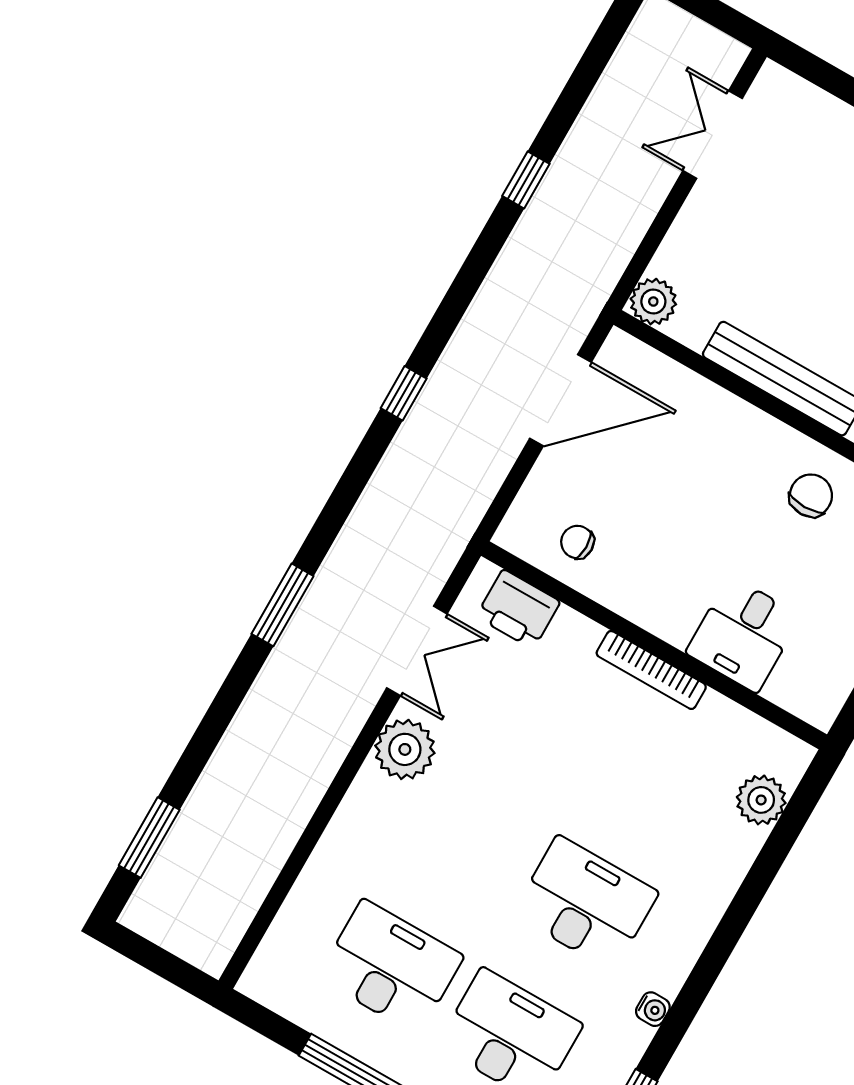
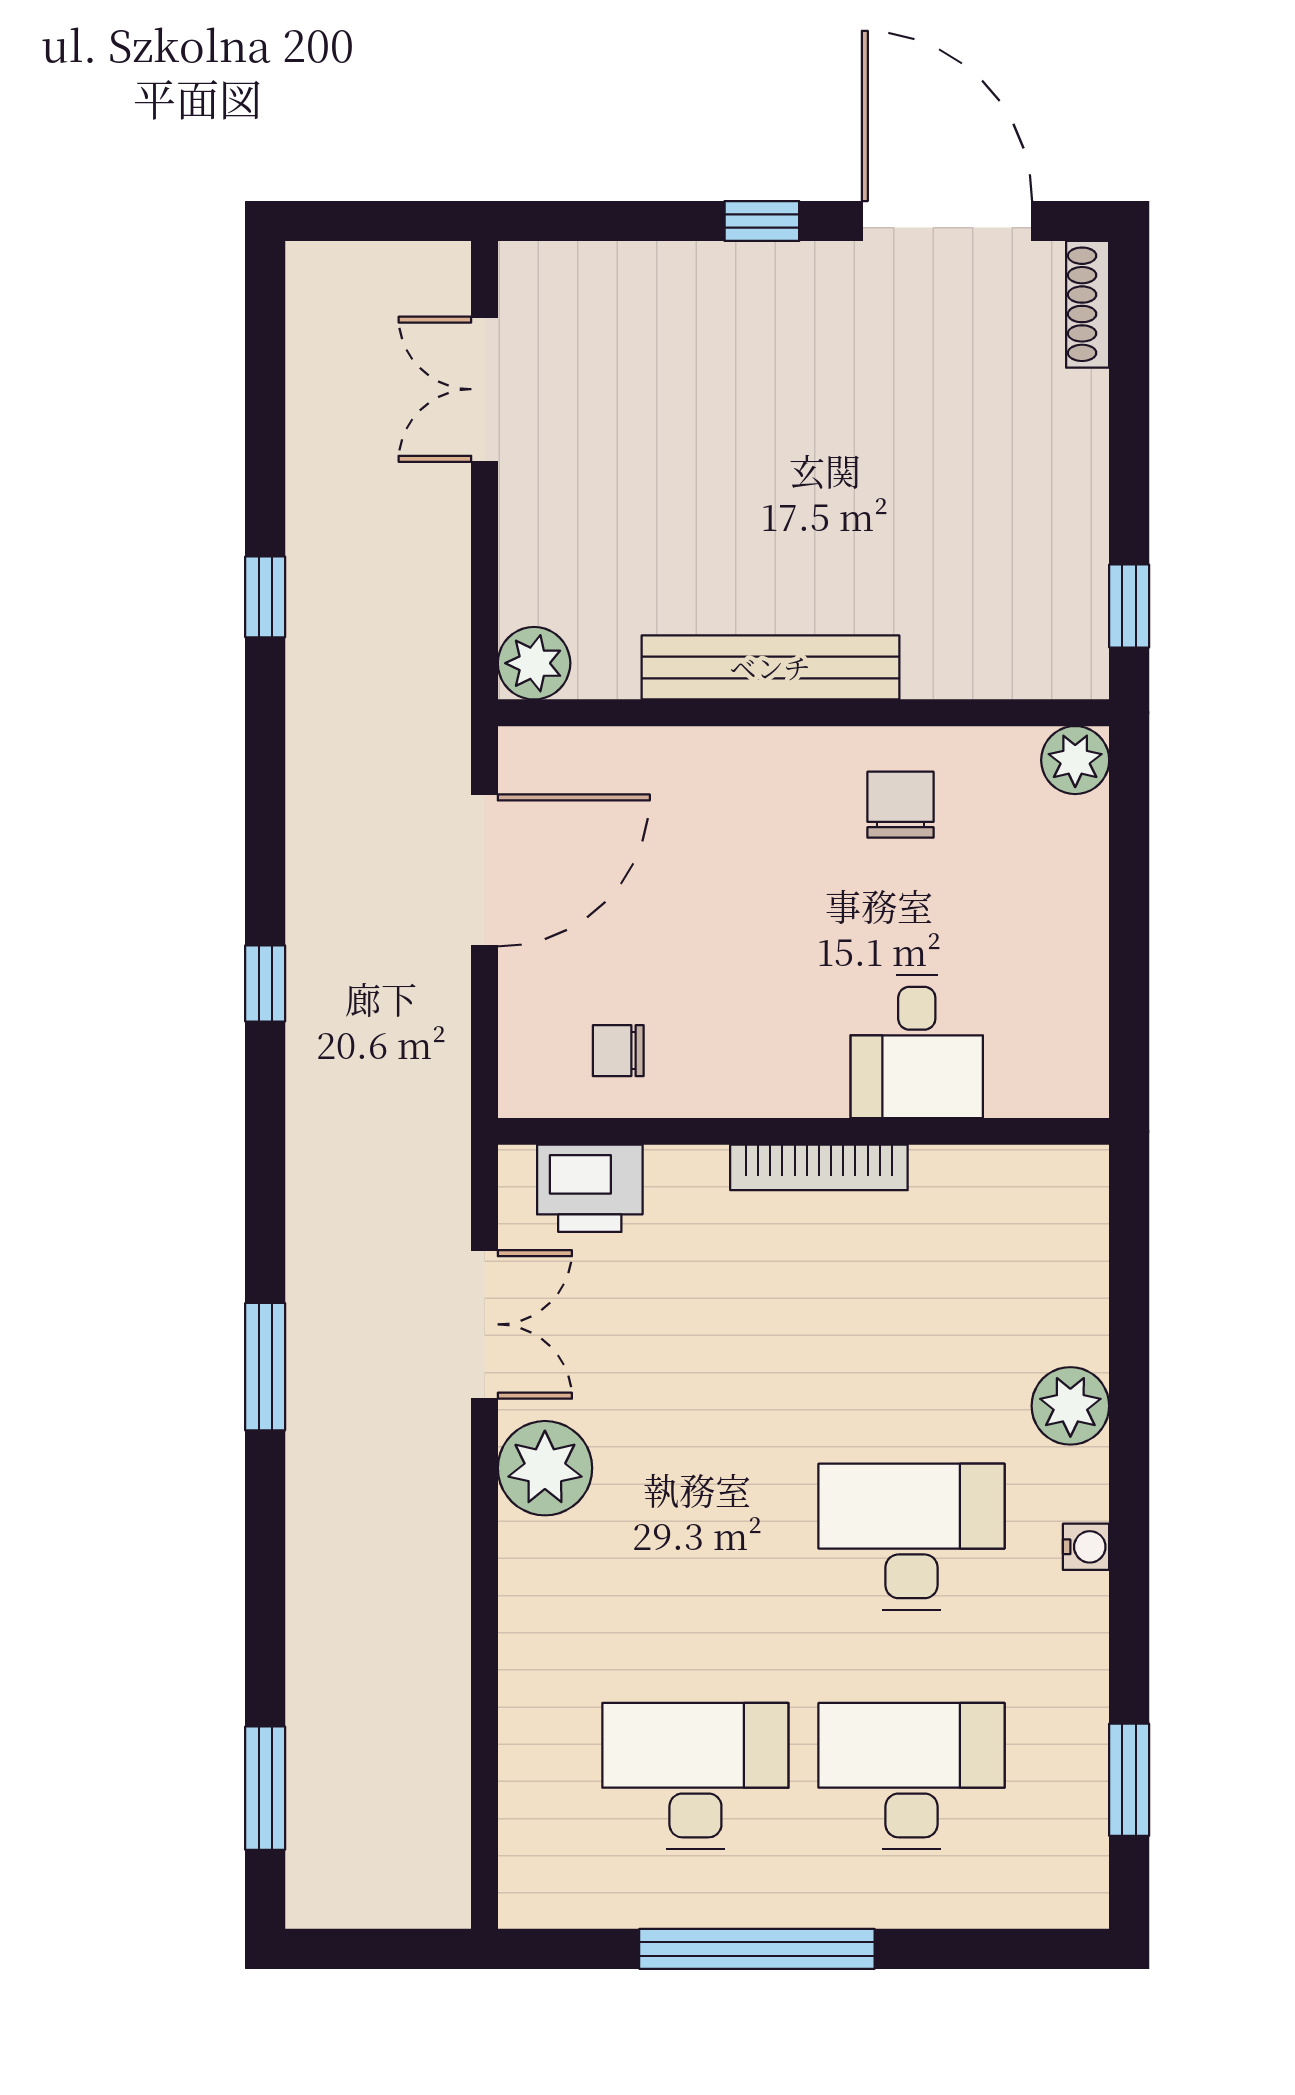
plant: (761, 800) -> (1070, 1406), moved
water cooler: (653, 1009) -> (1086, 1547), moved

